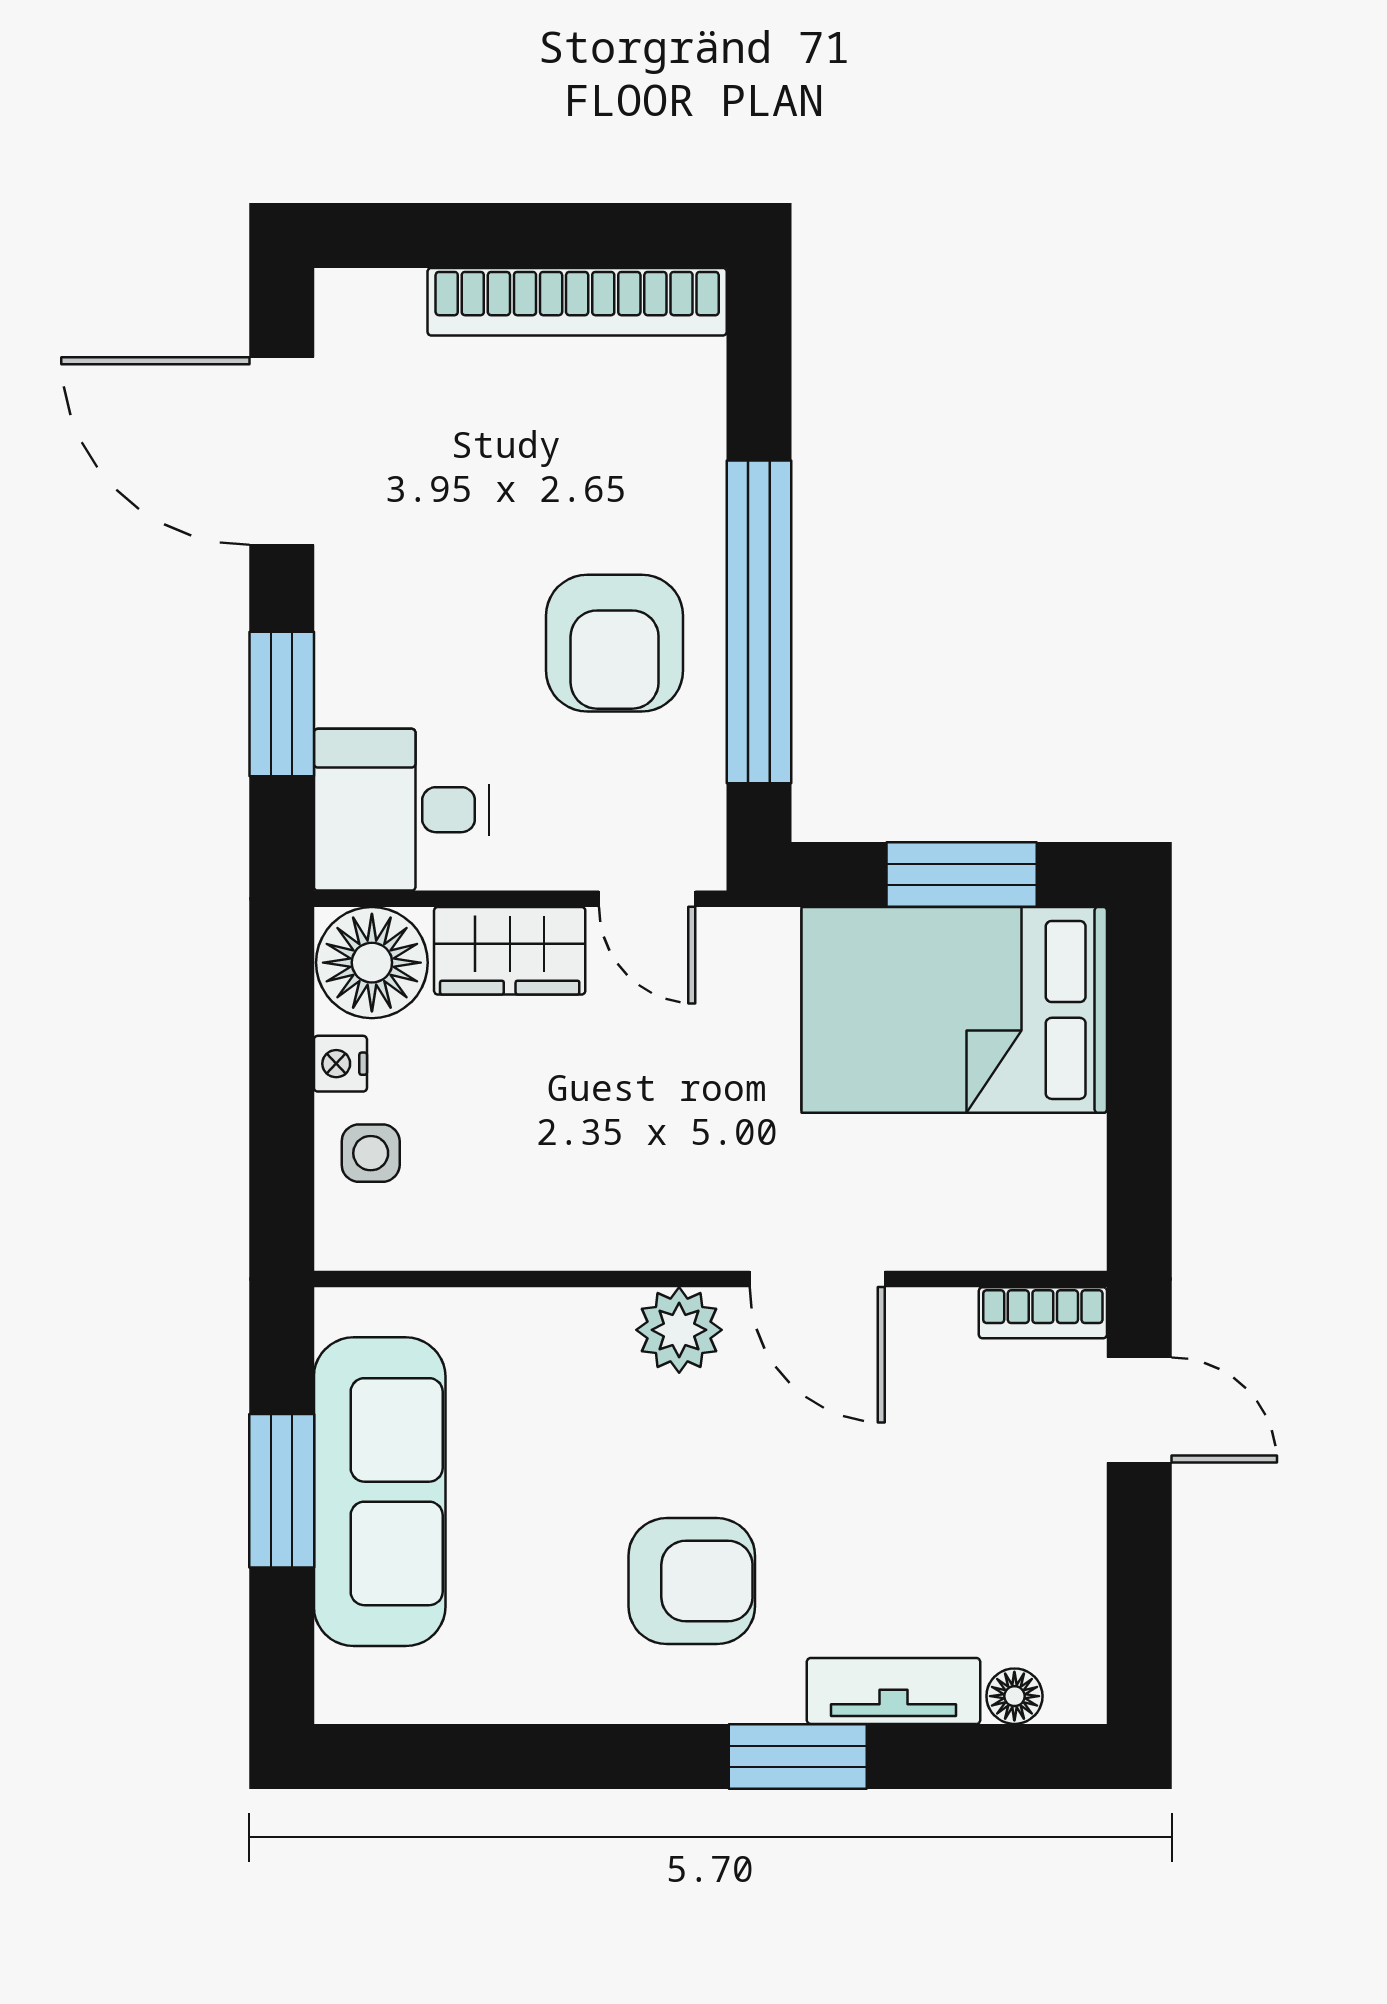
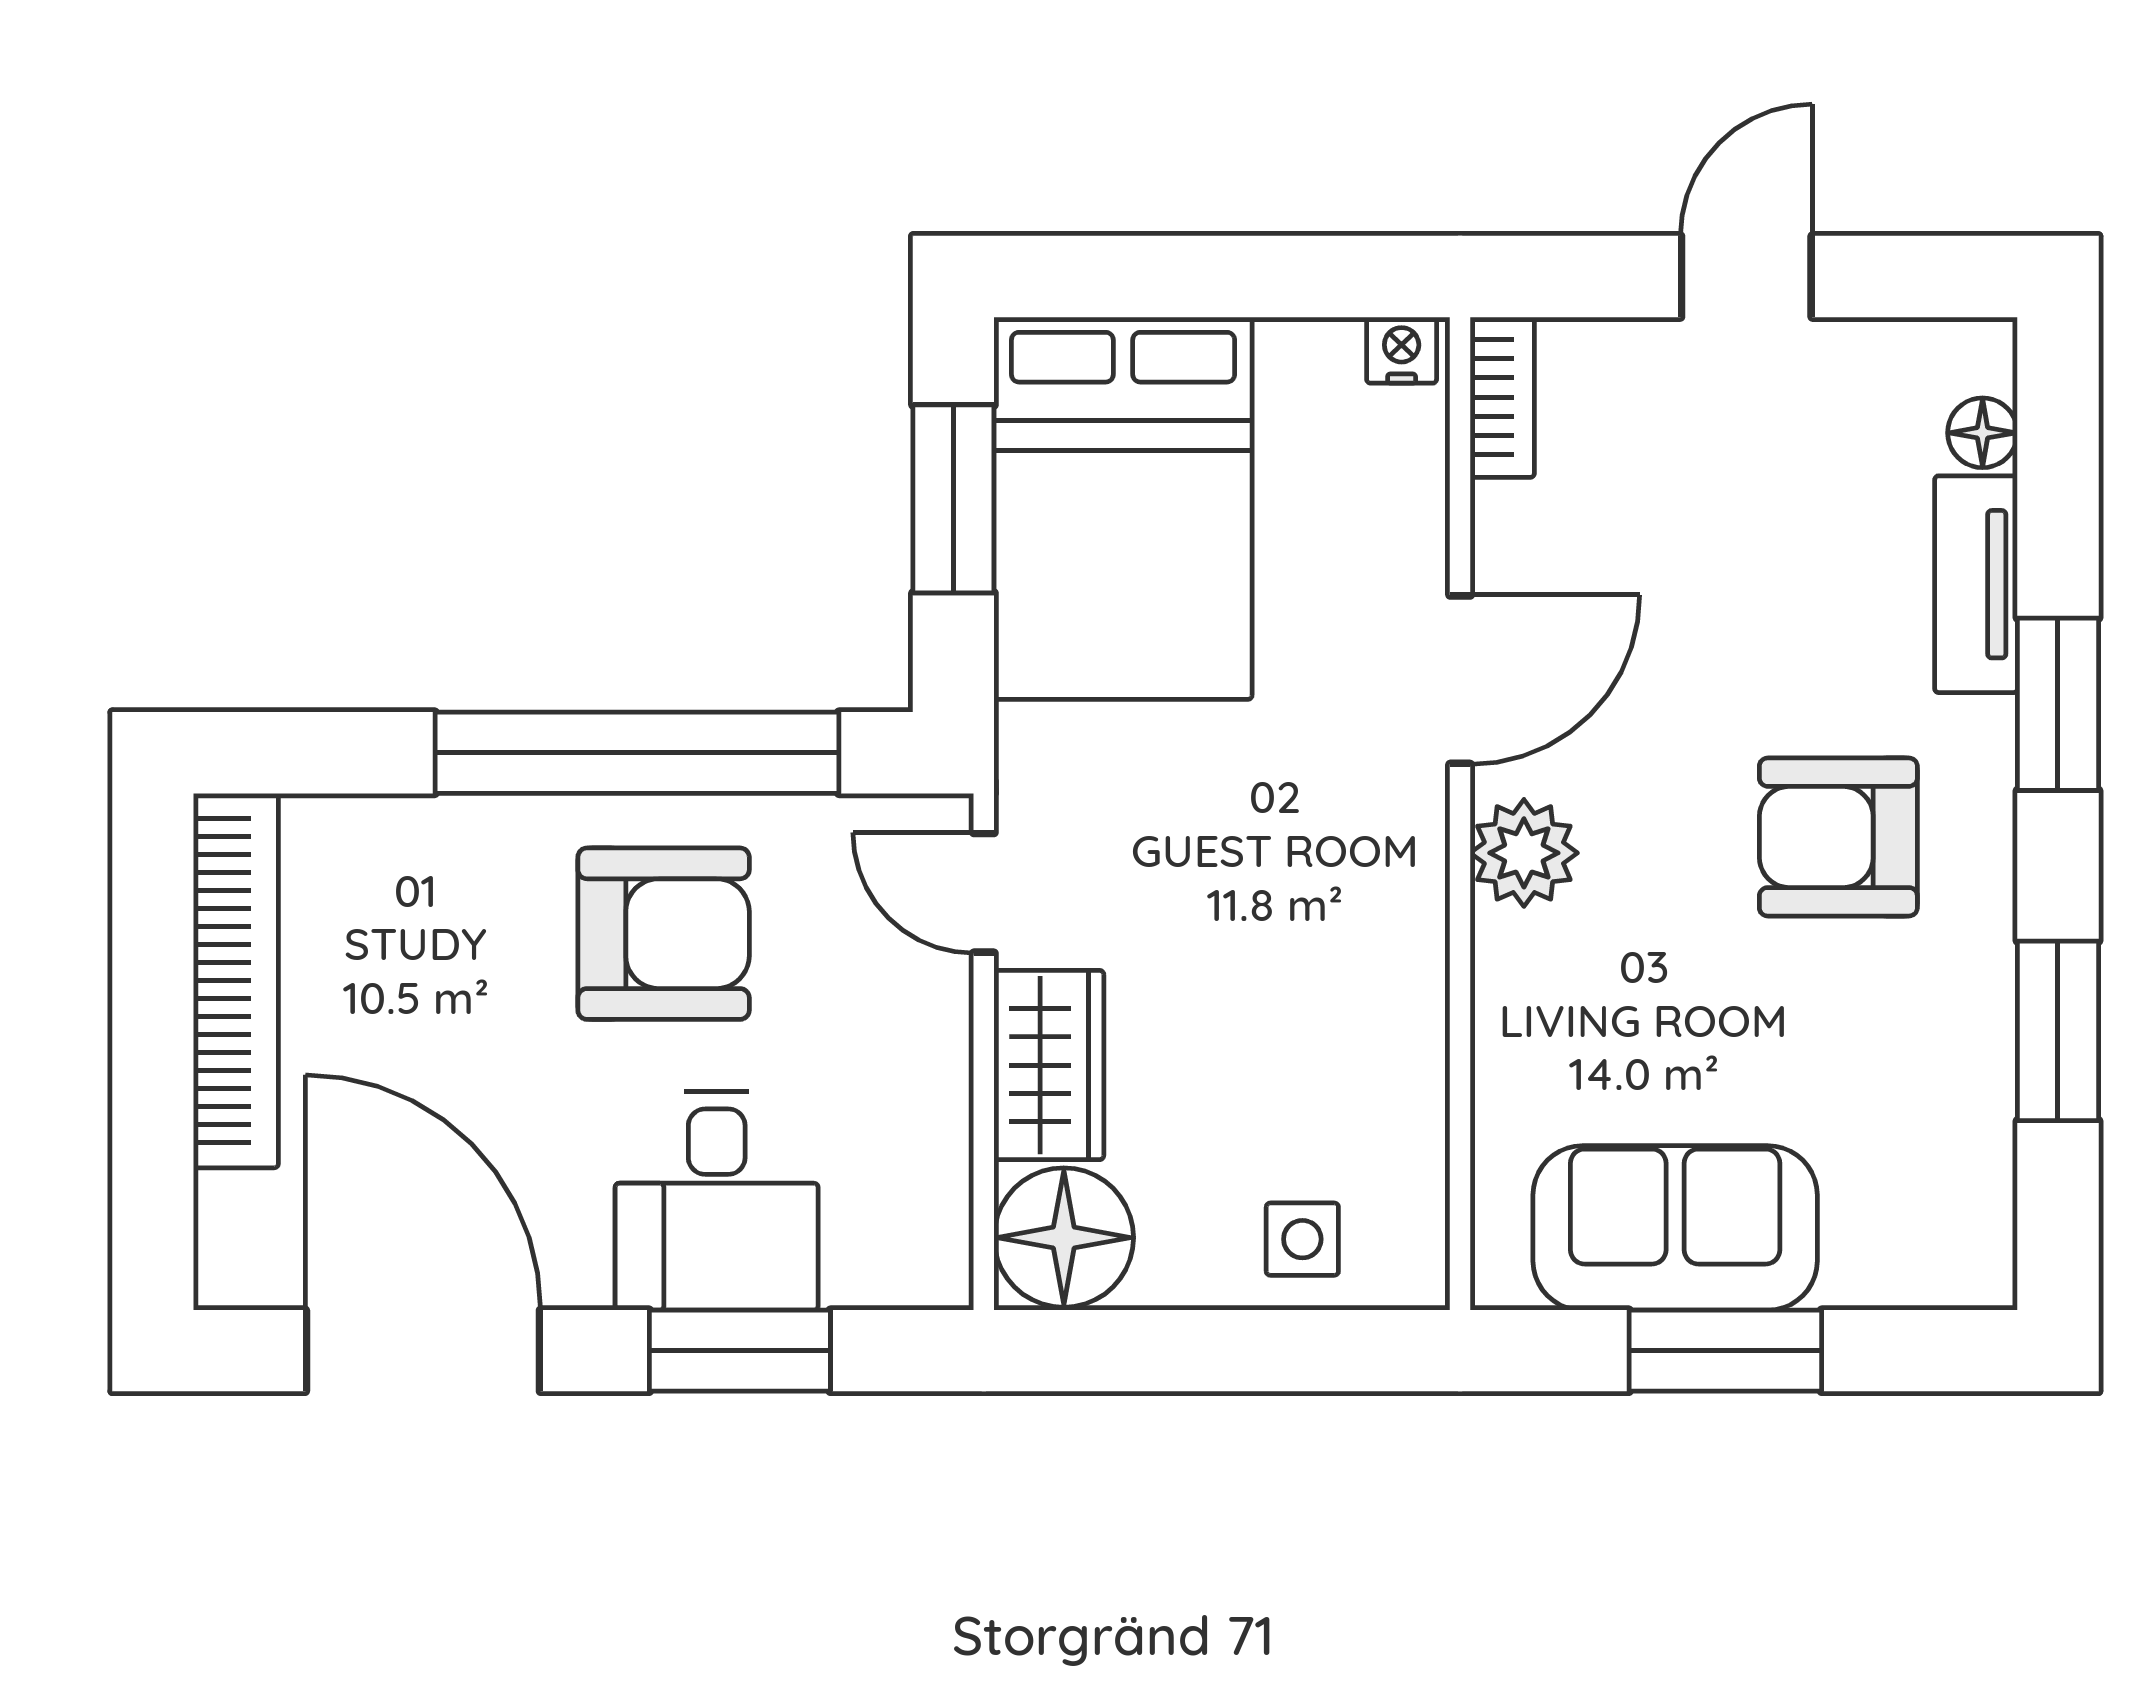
door: (282, 451) -> (423, 1351), swing flipped
desk: (401, 810) -> (717, 1201), moved
door: (647, 899) -> (984, 893), swing flipped
nightstand: (340, 1064) -> (1402, 350), moved, turned 180
door: (1139, 1410) -> (1746, 277), moved
sofa: (380, 1492) -> (1675, 1228), width x0.73
armchair: (692, 1581) -> (1838, 837), turned -90
window: (537, 1756) -> (2058, 1031), added

